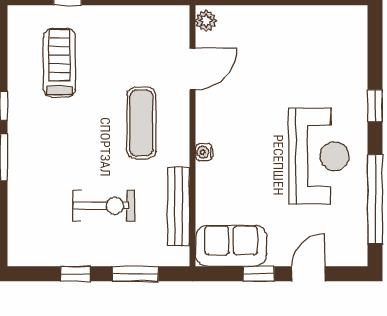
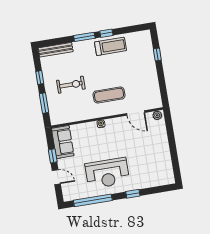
treadmill: (59, 63) -> (110, 46), moved
exercise bike: (104, 206) -> (71, 85), turned -90
bench: (179, 207) -> (56, 50), moved

